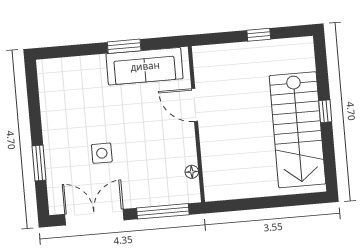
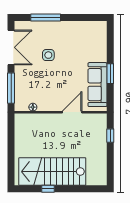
window: (259, 35) -> (110, 136), moved
window: (325, 111) -> (48, 189), moved
window: (39, 163) -> (46, 18), width x1.44

